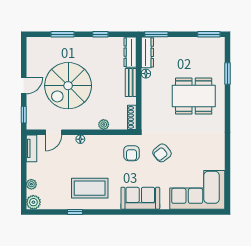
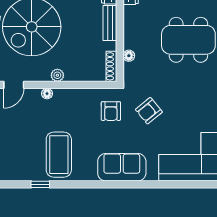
floor lamp: (146, 74) -> (129, 56), moved
plant: (104, 124) -> (57, 75), moved
coffee table: (90, 188) -> (59, 155), turned 90

